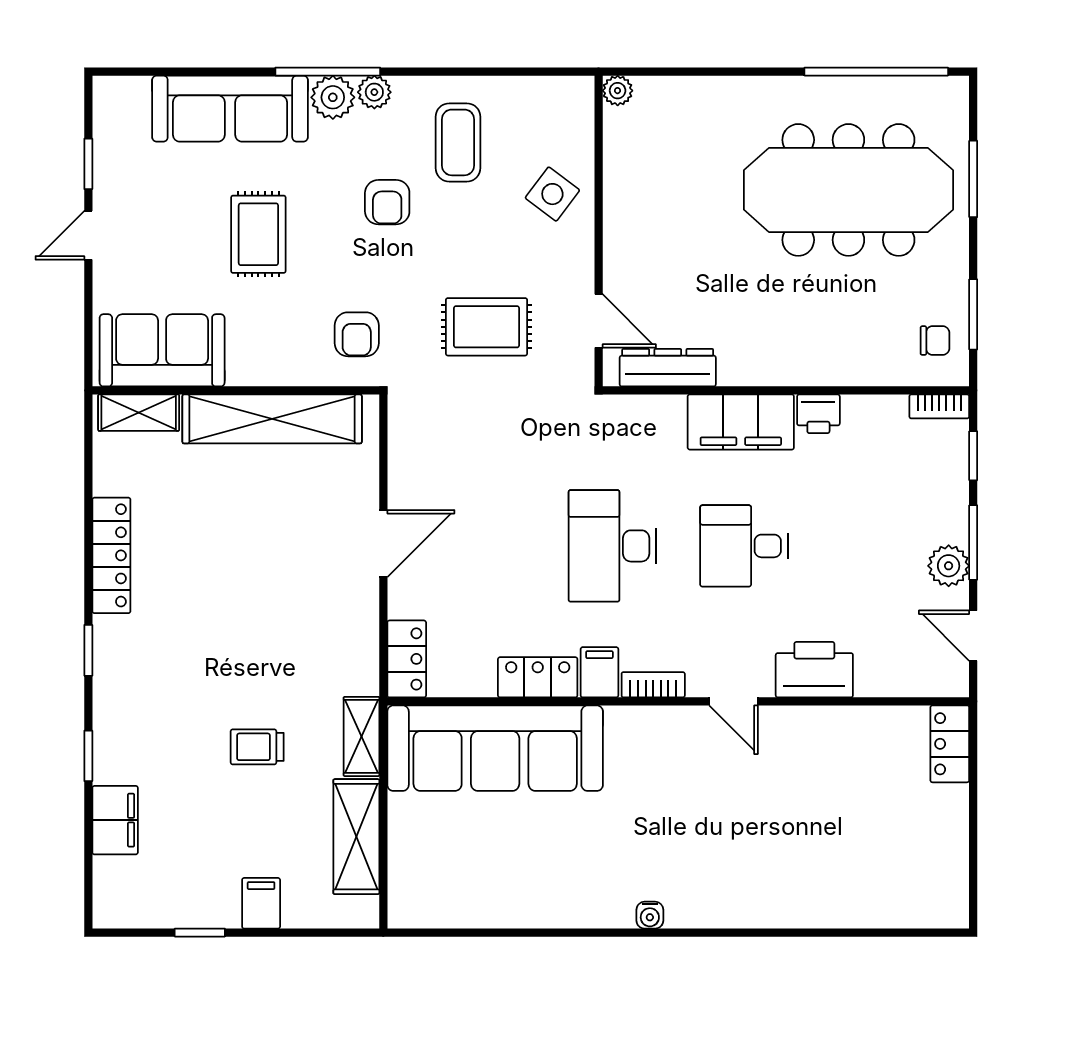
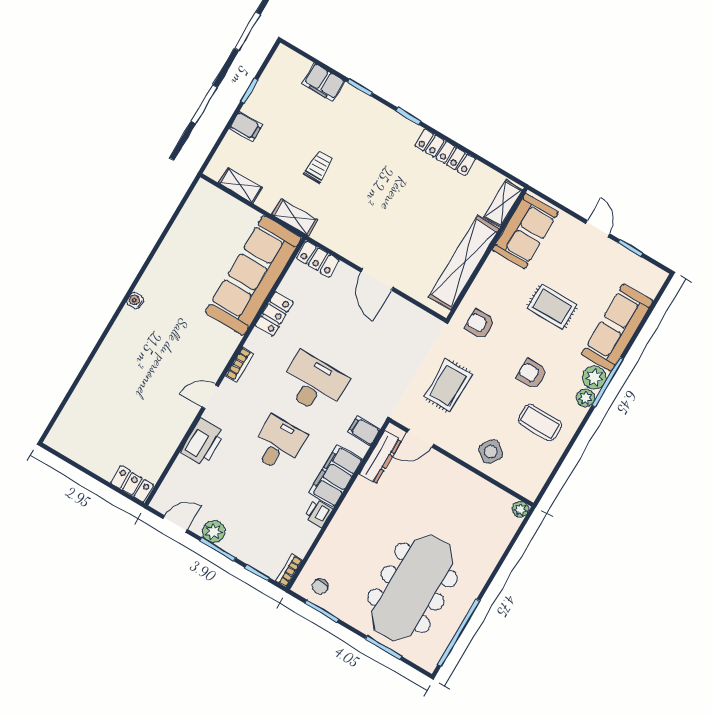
filing cabinet: (599, 672) -> (364, 431), moved, turned 180
shelving: (356, 837) -> (240, 185), width x0.67, depth x0.75

